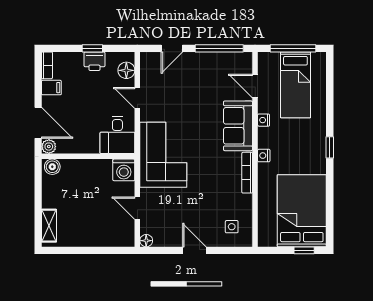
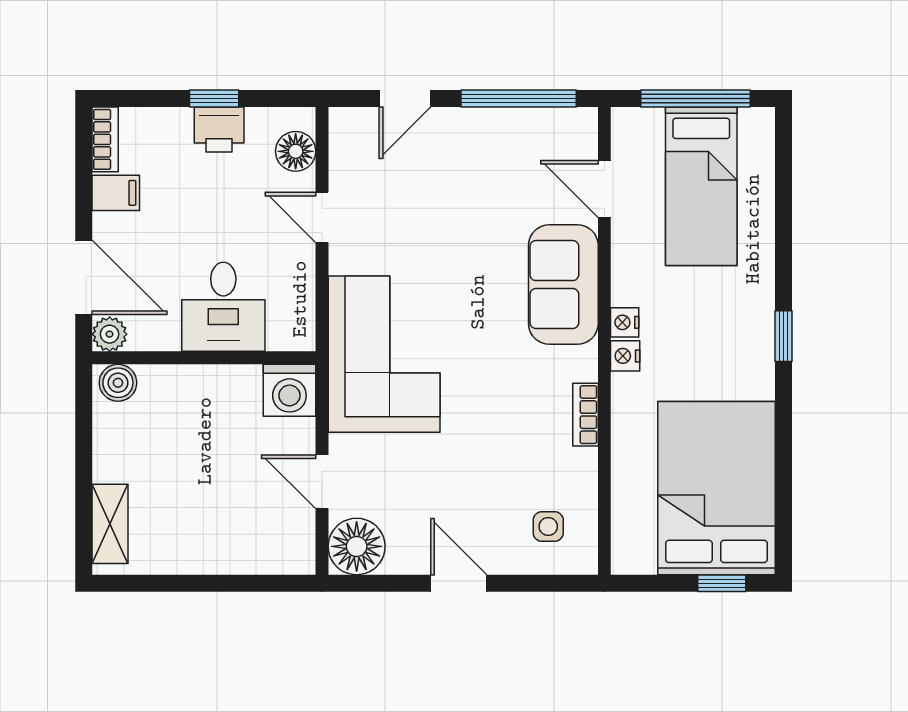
nightstand: (264, 120) -> (625, 322), moved
desk: (117, 135) -> (223, 307), moved
bookcase: (247, 173) -> (585, 415), width x0.64
floor lamp: (146, 241) -> (357, 546), width x1.89, depth x1.89

